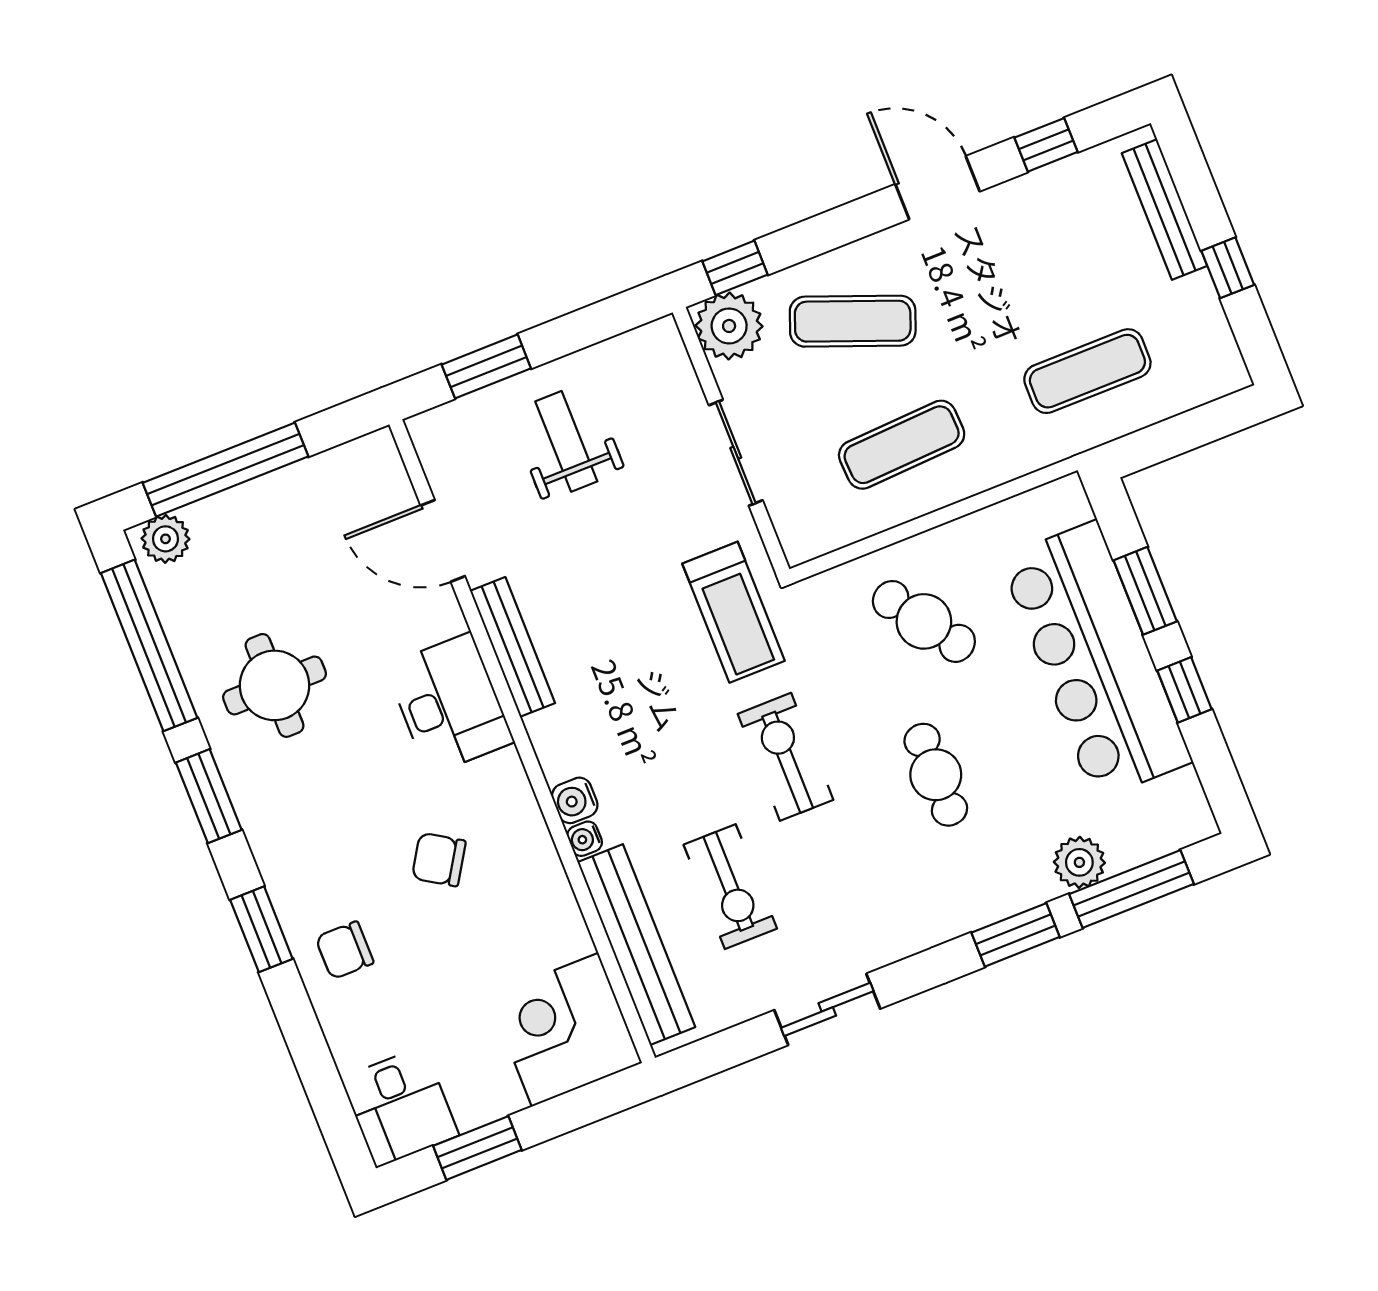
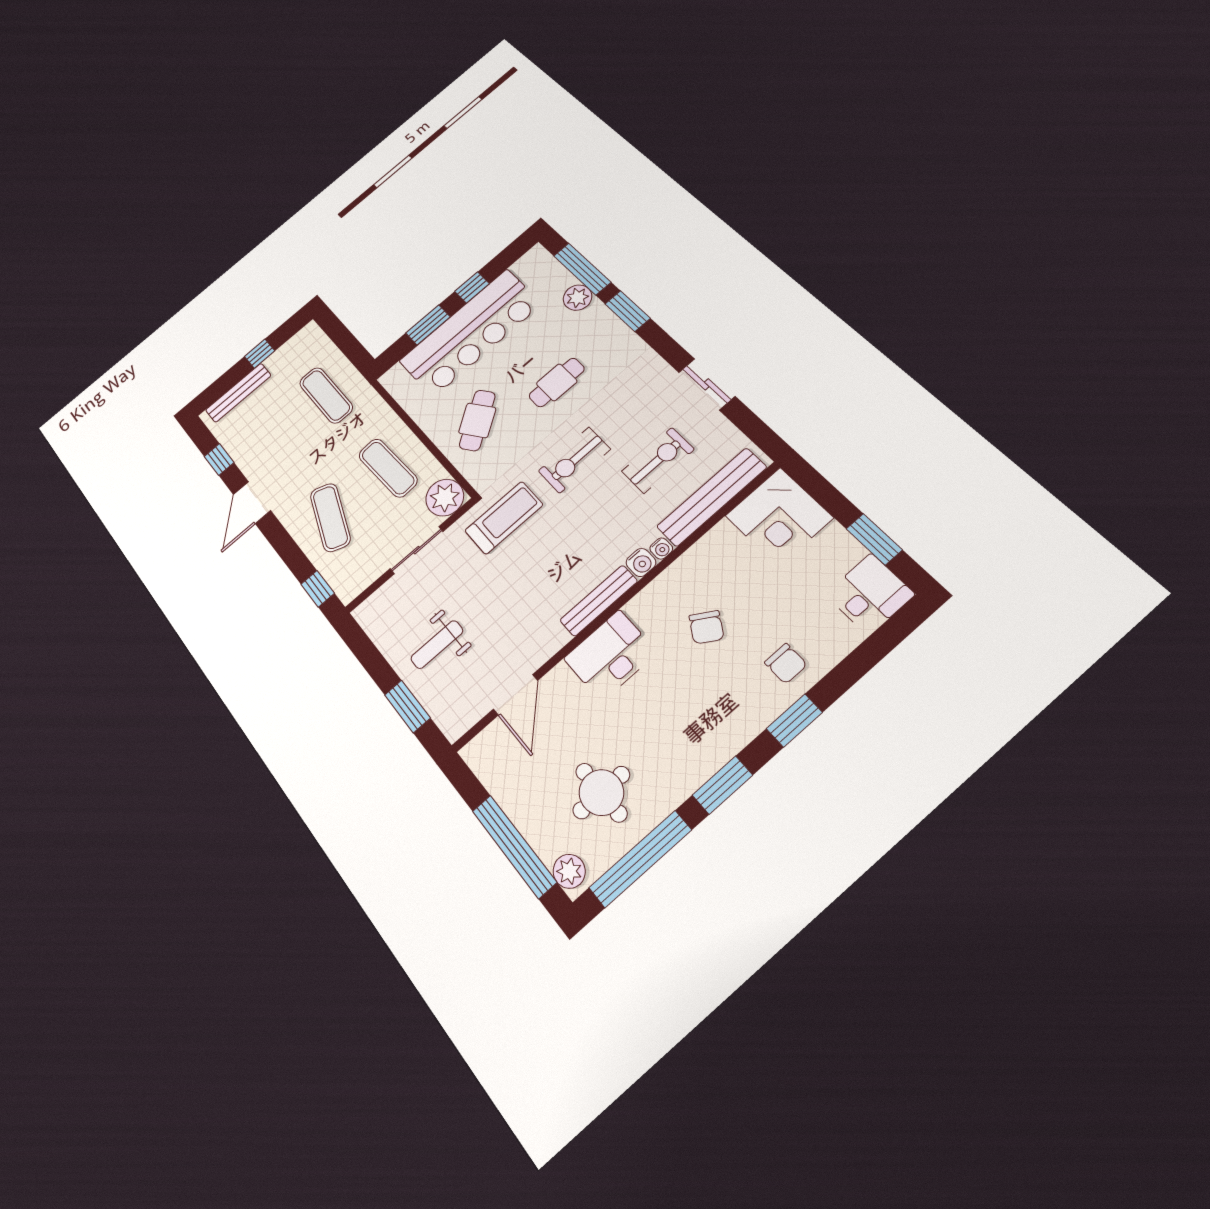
plant: (729, 326) -> (445, 498), moved
bench: (513, 647) -> (599, 601), moved
round table: (275, 685) -> (601, 793), moved

